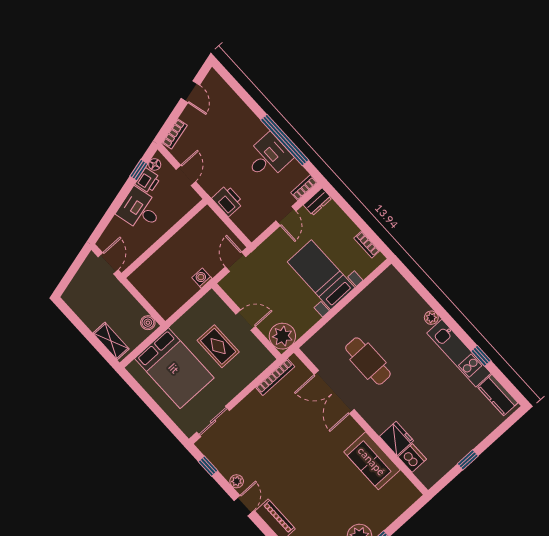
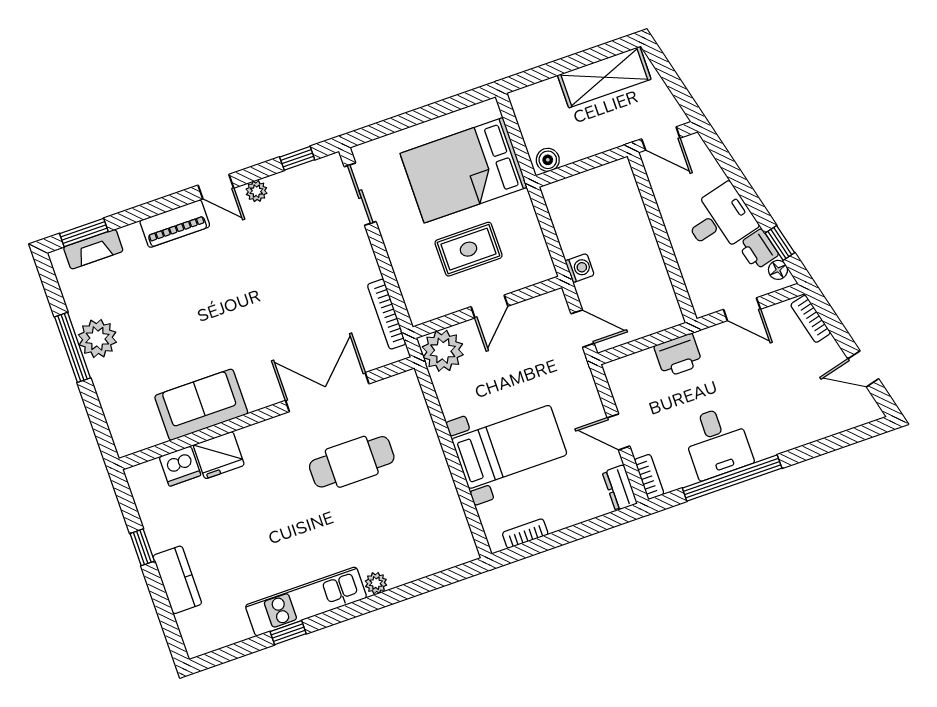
shelving: (111, 341) -> (604, 77), moved, width x1.50, depth x1.33
kitchen counter: (498, 395) -> (177, 580), moved, turned 90

